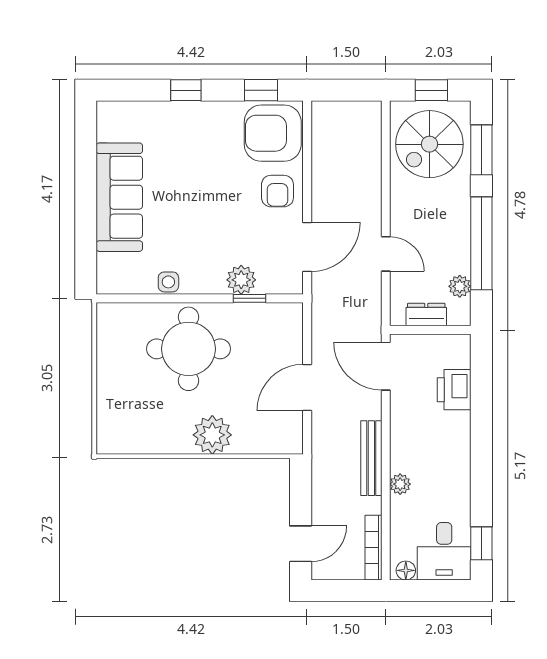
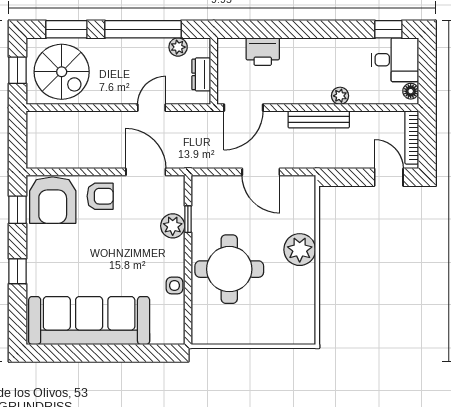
sofa: (119, 197) -> (89, 321), width x1.36, depth x1.27
bookcase: (373, 548) -> (412, 137), moved, turned 90

